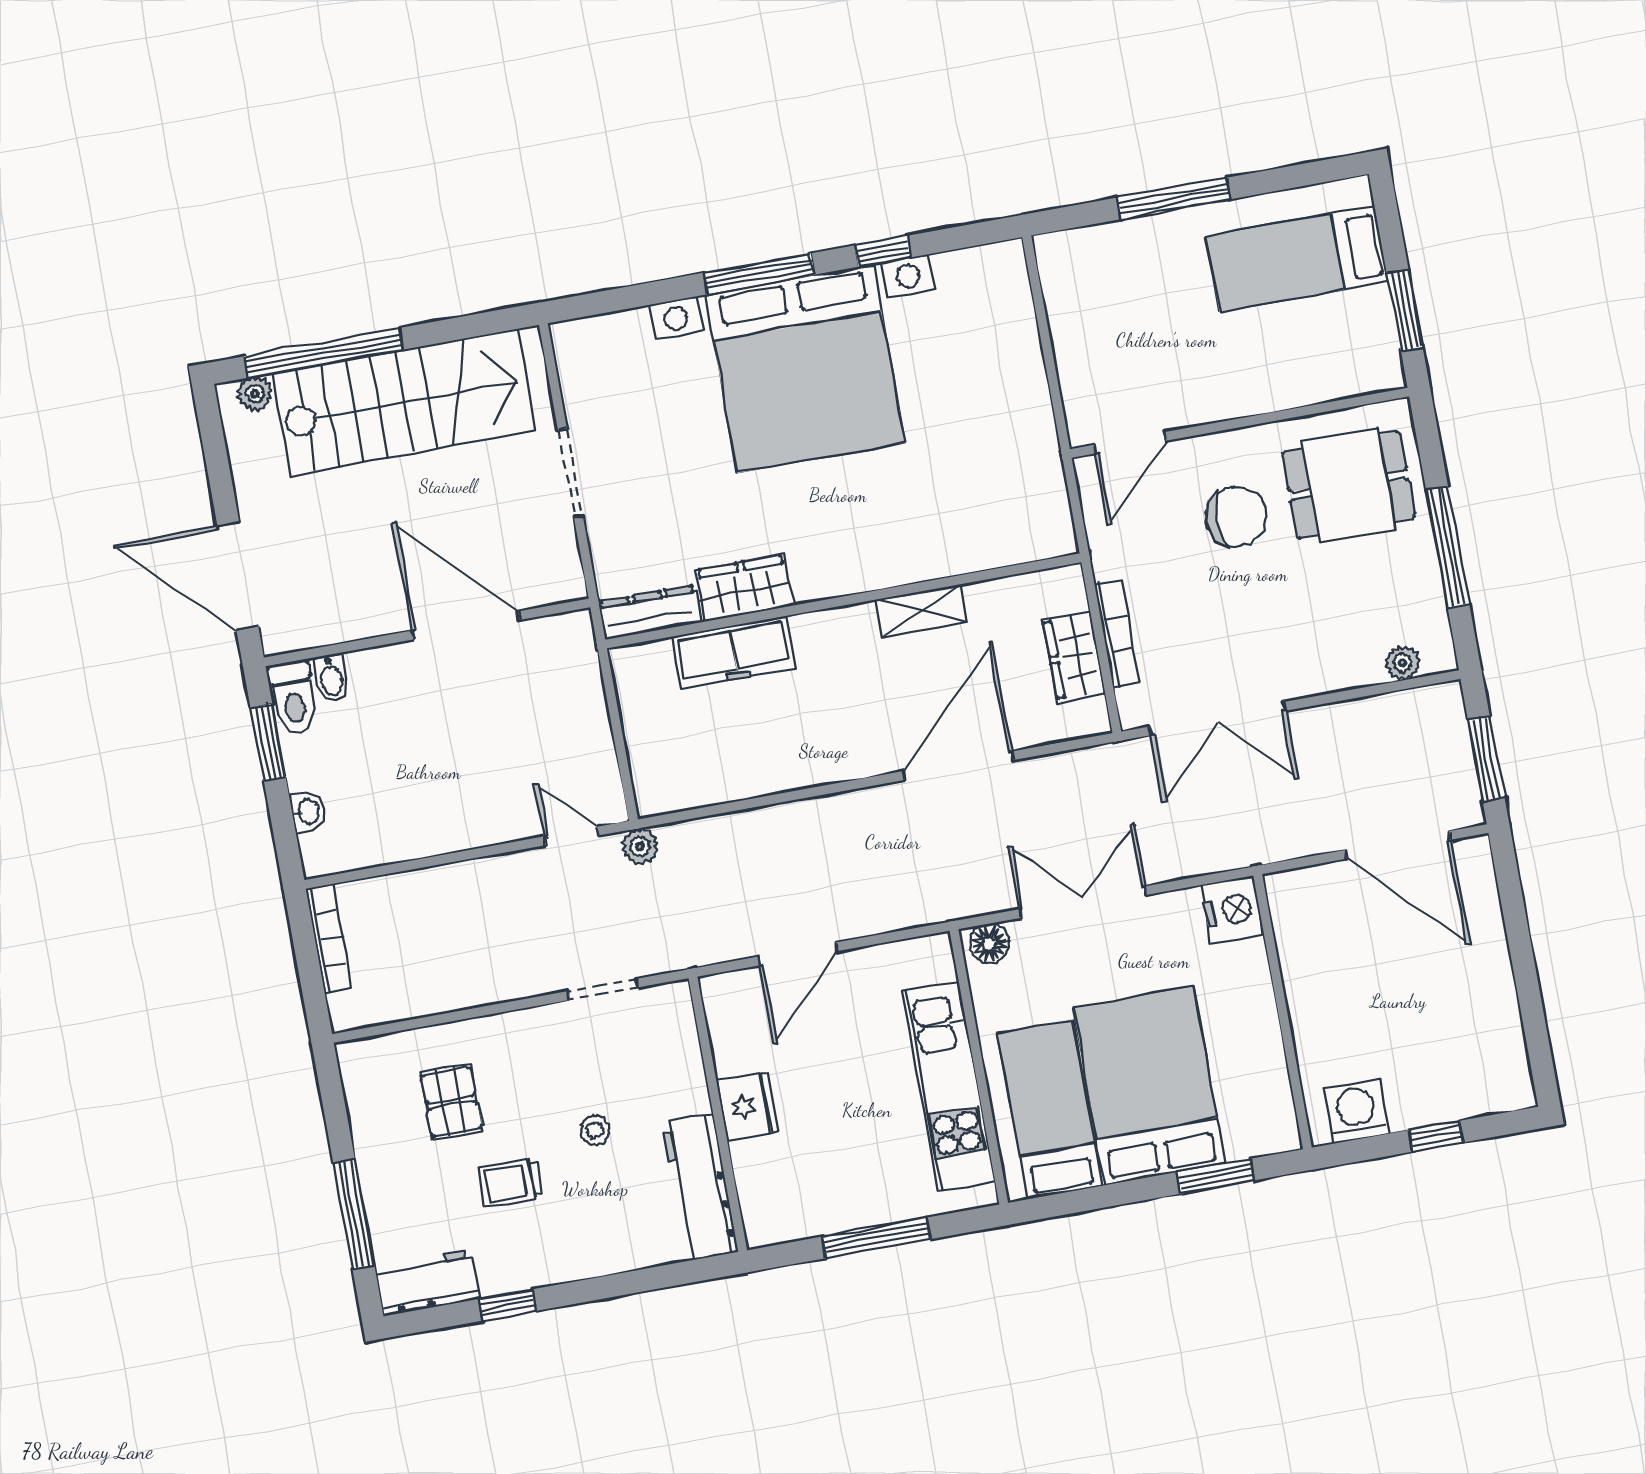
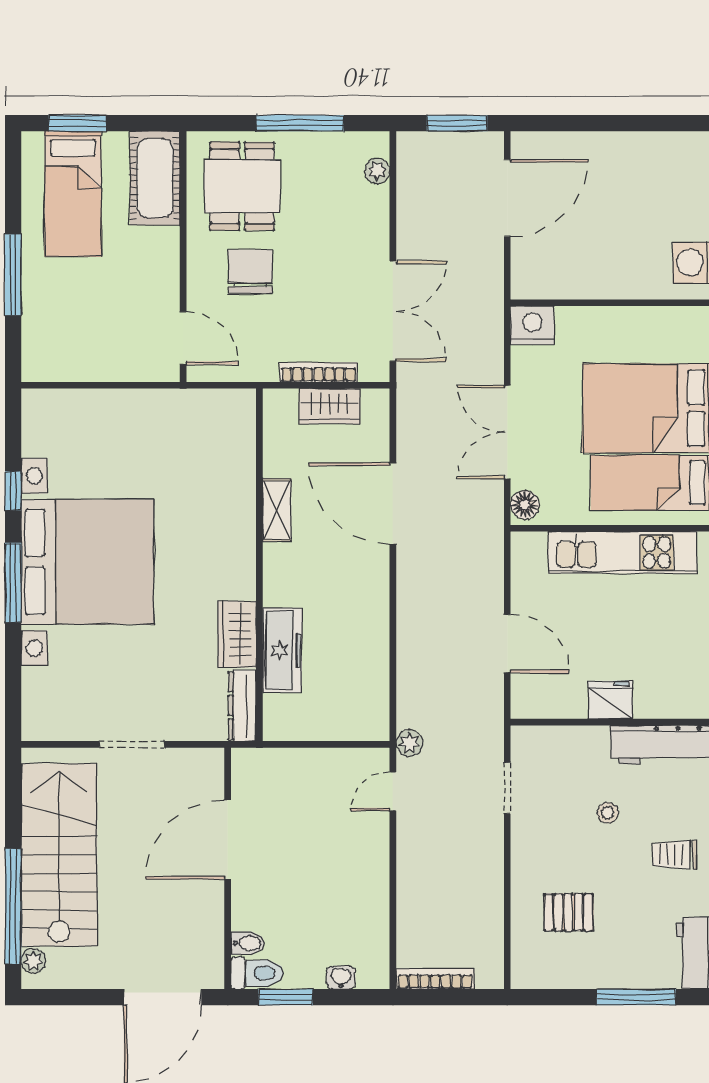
window: (1405, 310) -> (78, 123), moved
cot: (1338, 366) -> (155, 178), added
trolley: (510, 1182) -> (674, 855), moved, turned 90

